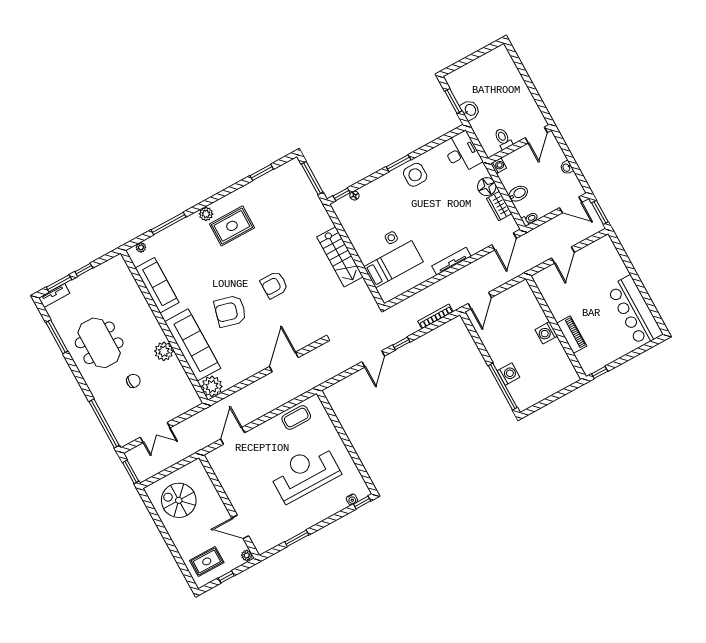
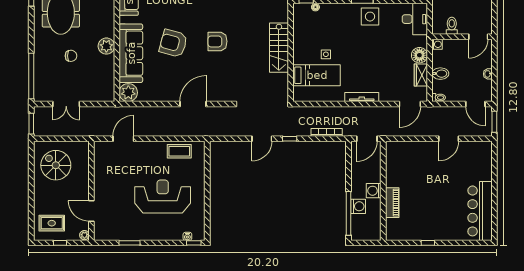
wall: (556, 328) -> (383, 191), moved
washing machine: (546, 333) -> (374, 191), moved
piano: (572, 335) -> (392, 203), moved

